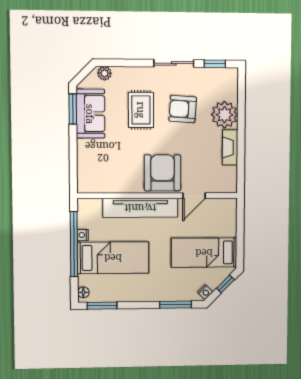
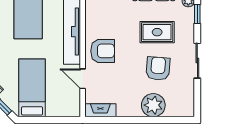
window: (215, 64) -> (197, 14), moved
fireplace: (230, 147) -> (100, 110), moved
armchair: (163, 173) -> (103, 51), width x0.73, depth x0.73

